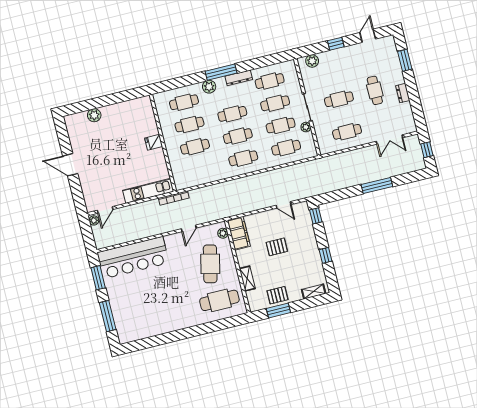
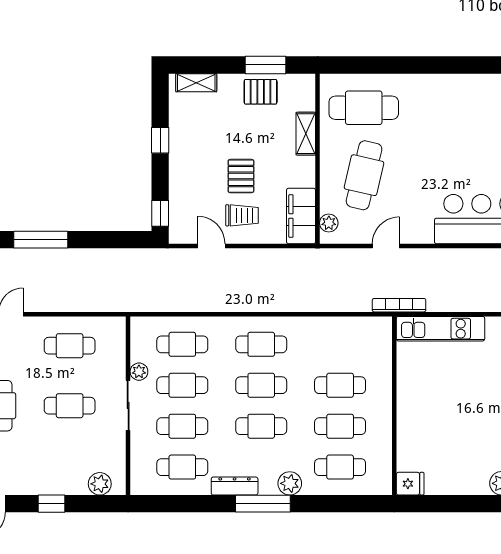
fridge: (154, 142) -> (410, 484), moved
trolley: (271, 226) -> (242, 215), added
pallet: (277, 247) -> (241, 176), turned 90

